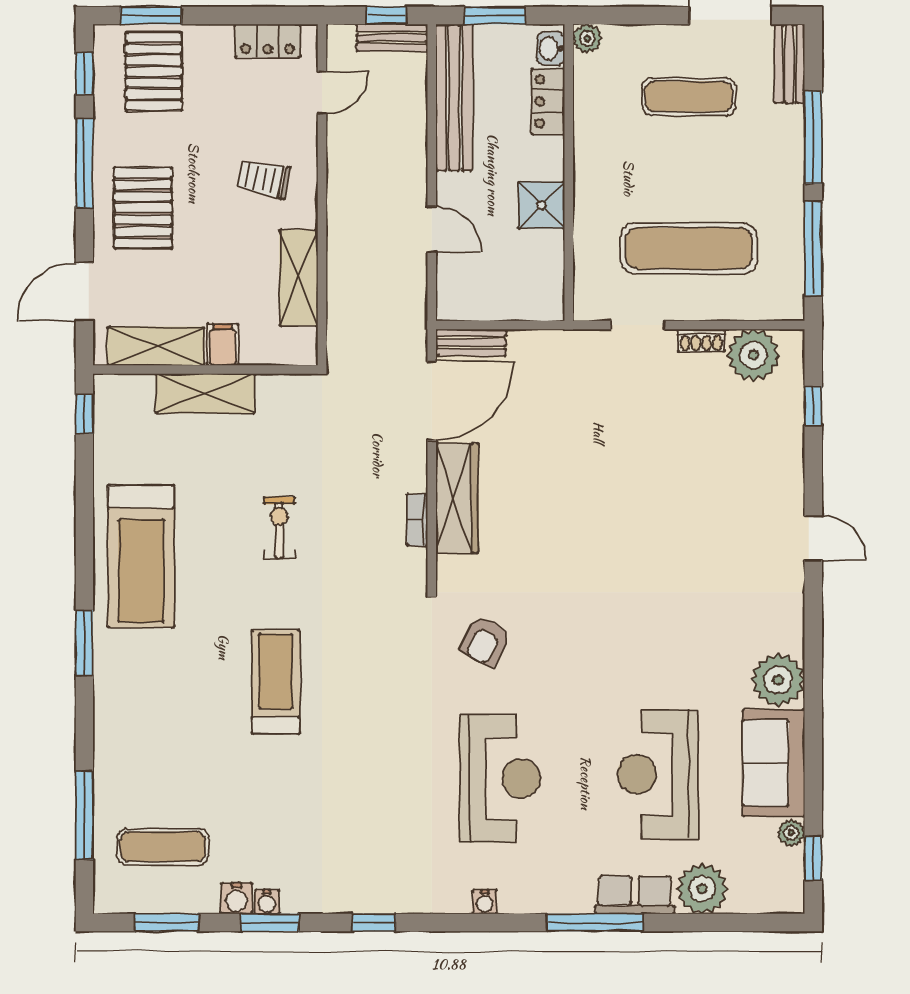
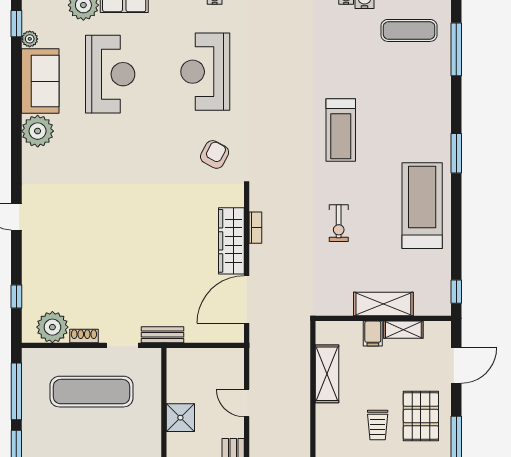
trolley: (263, 179) -> (378, 425), moved, turned 79
bench: (471, 343) -> (163, 335), moved
shelving: (156, 346) -> (403, 330), width x0.67, depth x0.75

